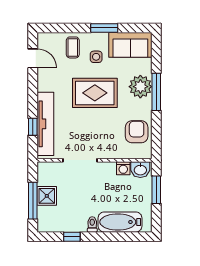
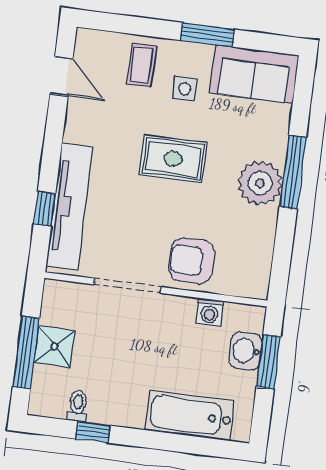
plant: (140, 87) -> (260, 183), moved
rug: (95, 93) -> (173, 159), width x0.73, depth x0.70
armchair: (137, 132) -> (192, 261), moved, turned -90
washbasin: (140, 170) -> (246, 351), moved, turned 90
toilet: (92, 224) -> (78, 406), moved

